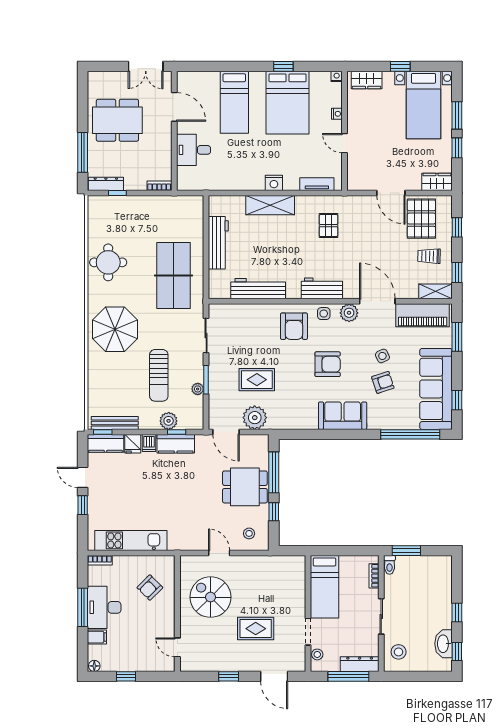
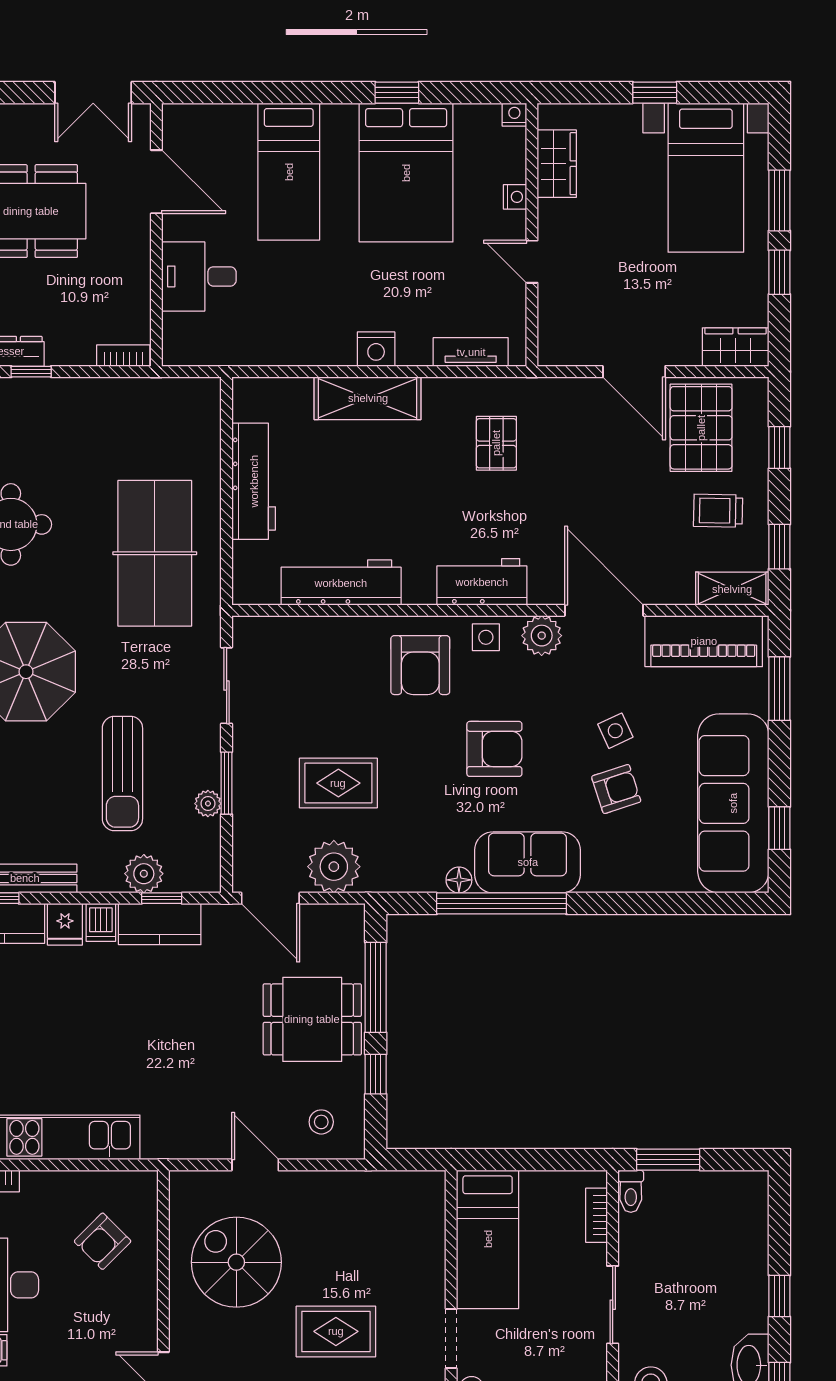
wardrobe: (367, 80) -> (557, 164), moved, turned -90
floor lamp: (312, 424) -> (459, 880), added
window: (410, 434) -> (502, 903), moved

